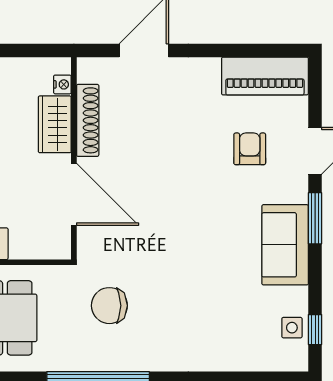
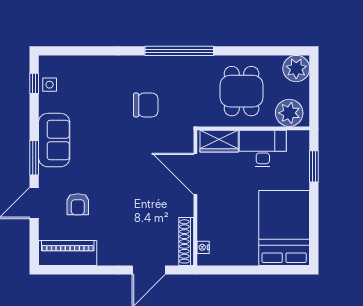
shoe rack: (88, 120) -> (186, 241), moved
wardrobe: (55, 124) -> (219, 141), moved, turned 90
chair: (109, 306) -> (146, 105), moved

